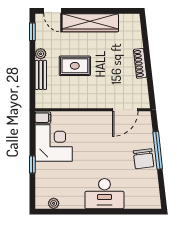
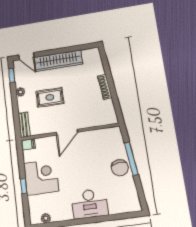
bench: (41, 75) -> (24, 125), moved
door: (125, 110) -> (67, 132), moved
corner desk: (54, 143) -> (41, 177), moved

